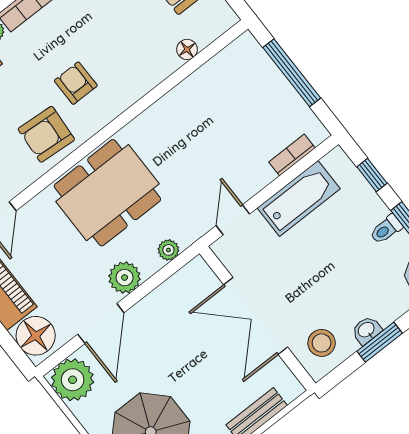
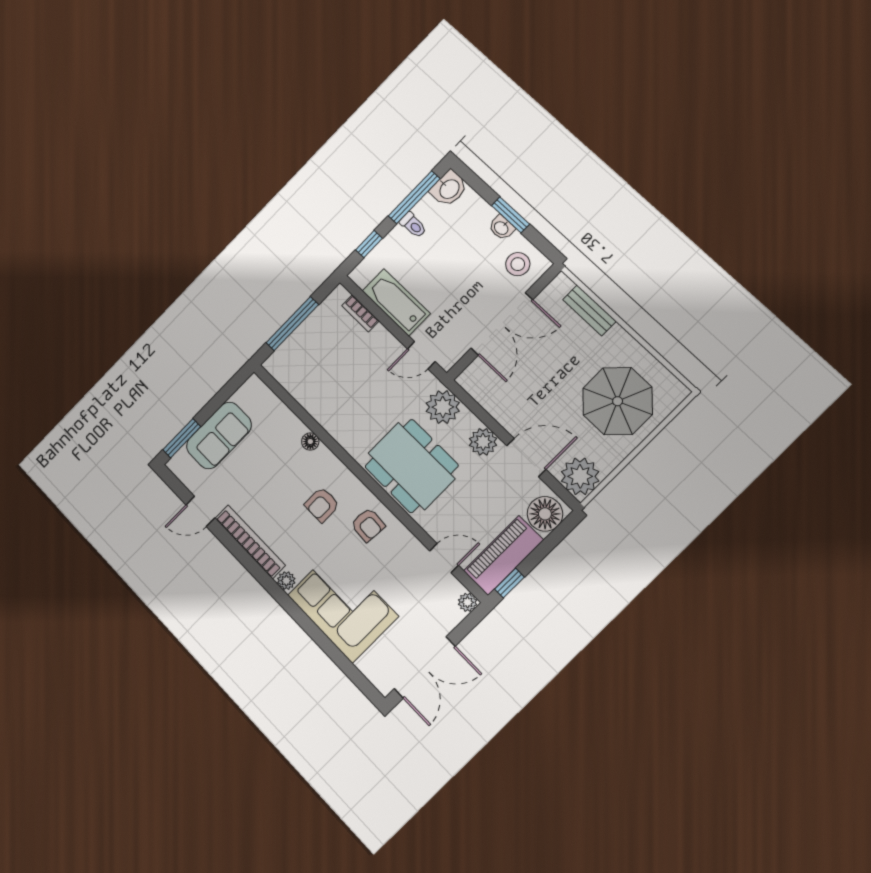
floor lamp: (187, 49) -> (310, 441), moved
armchair: (46, 134) -> (368, 525), width x0.72, depth x0.72
plant: (168, 250) -> (443, 407), width x1.87, depth x1.87

